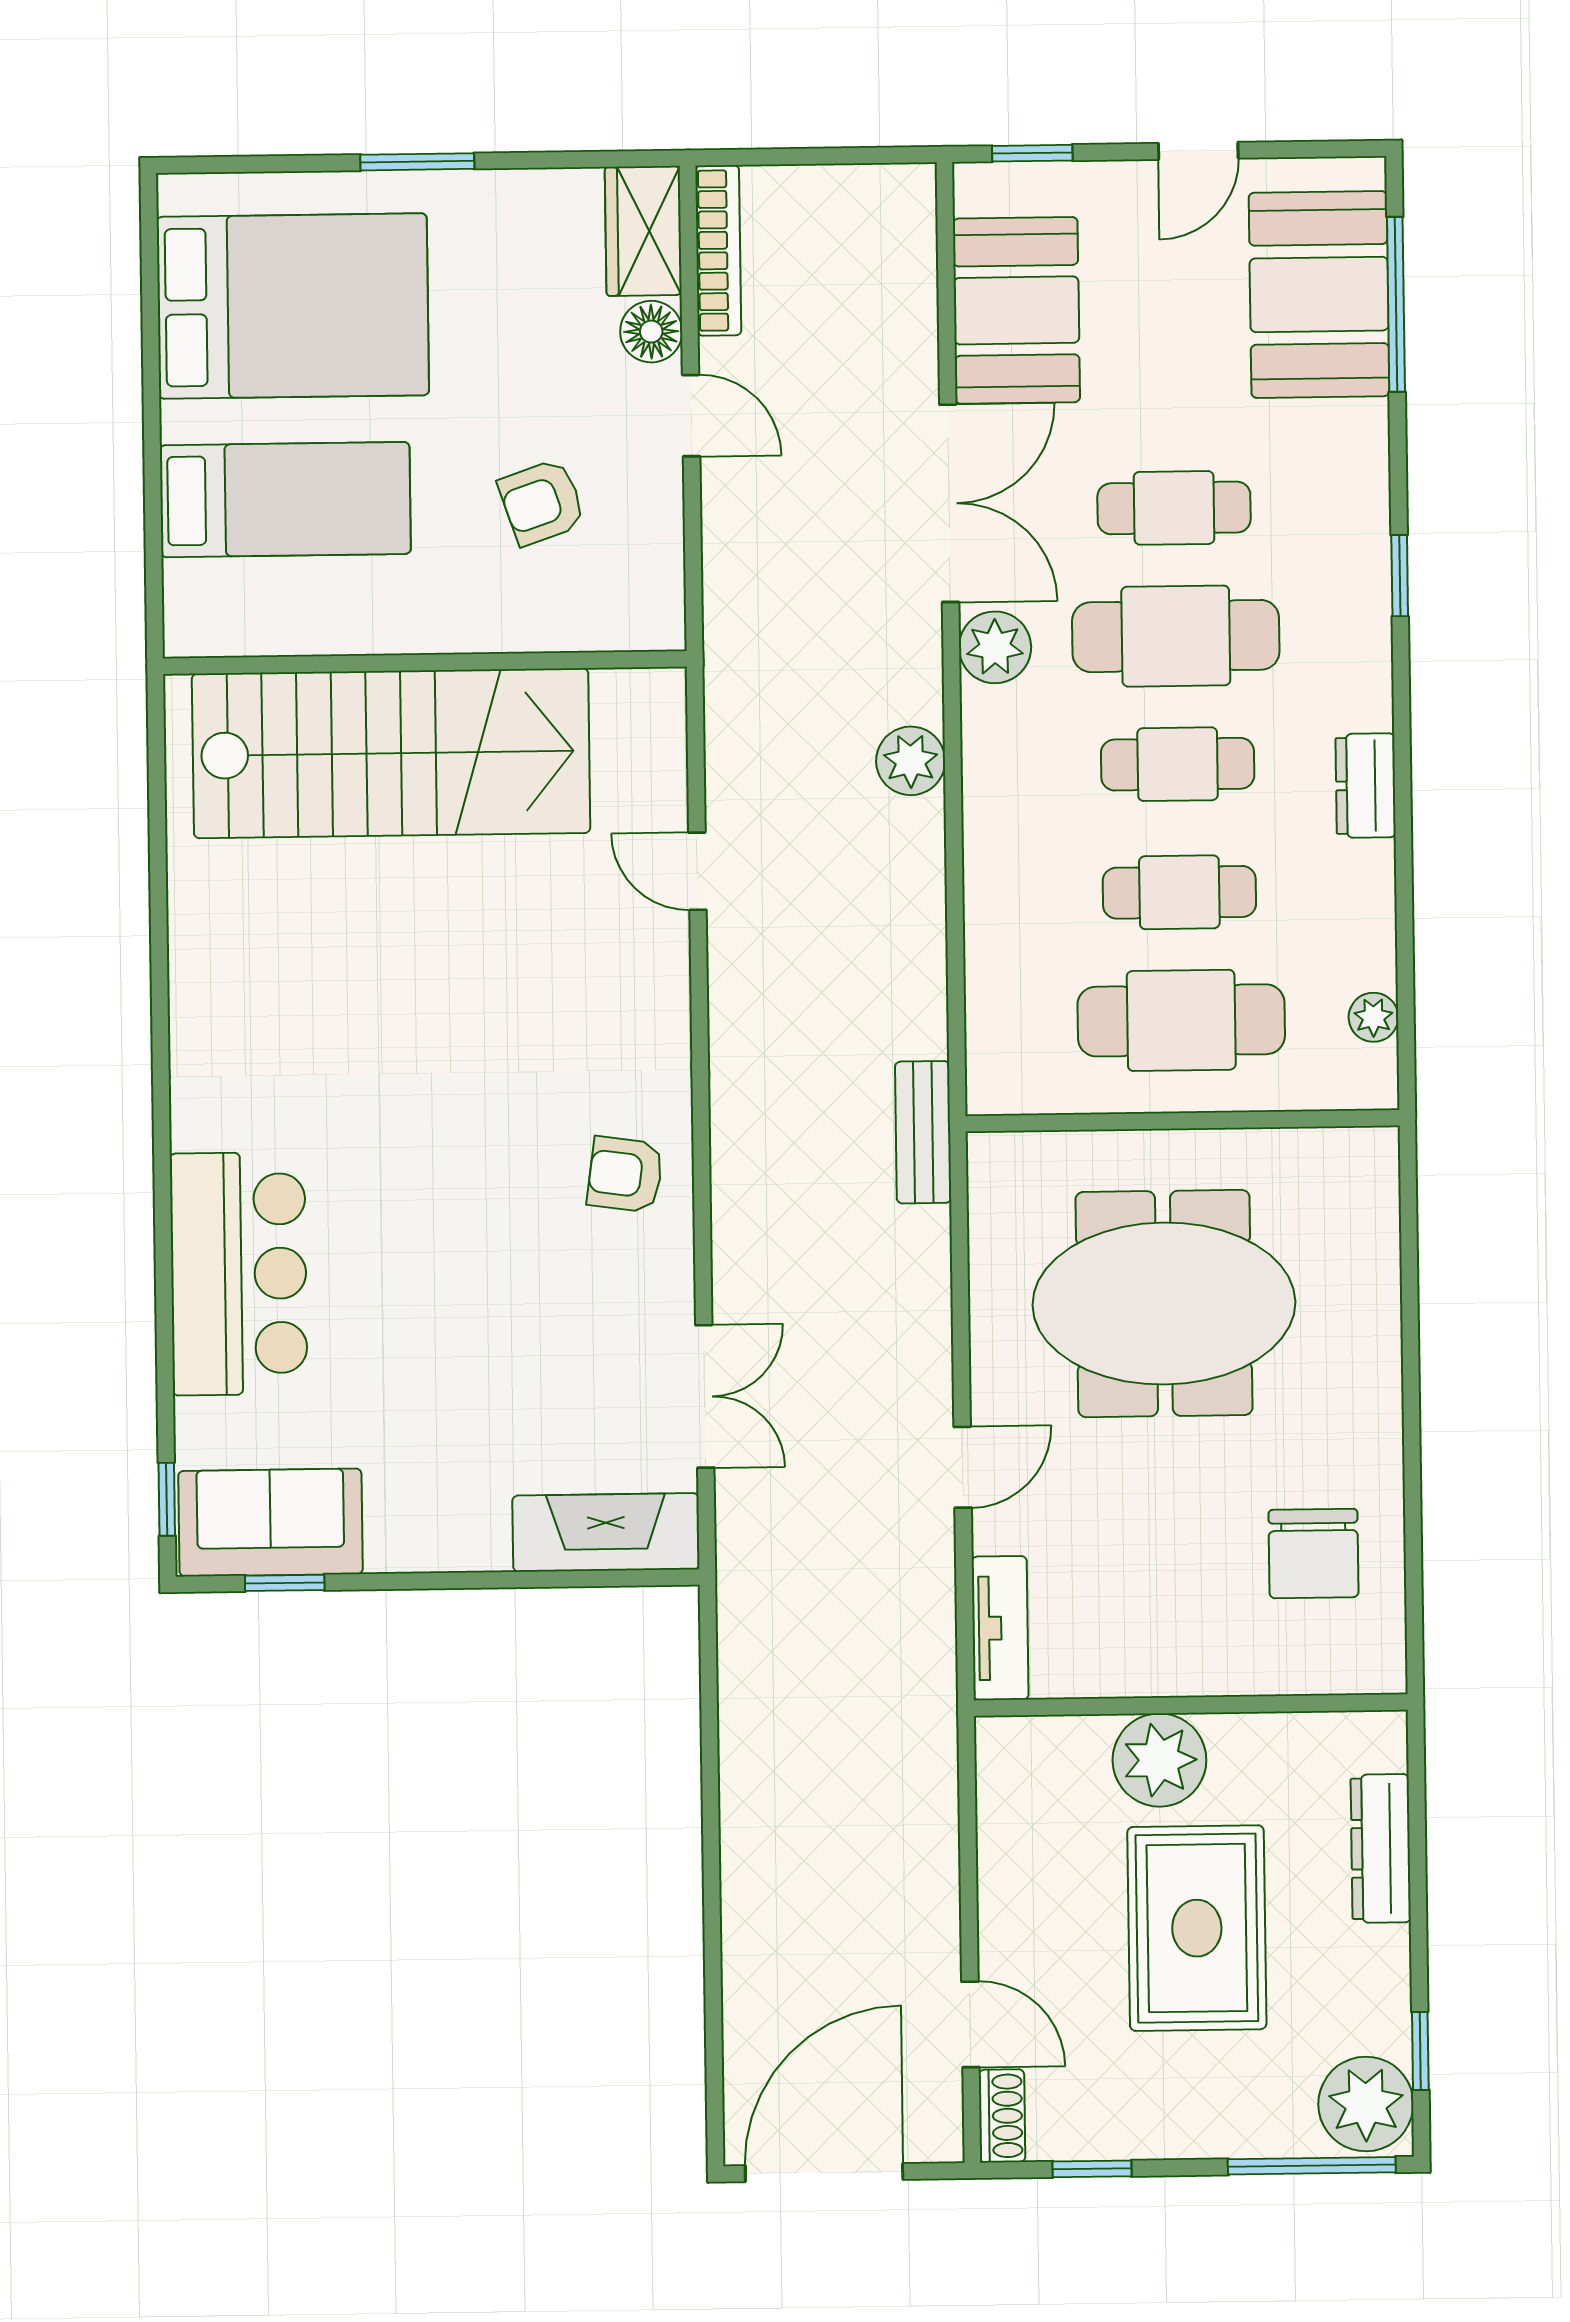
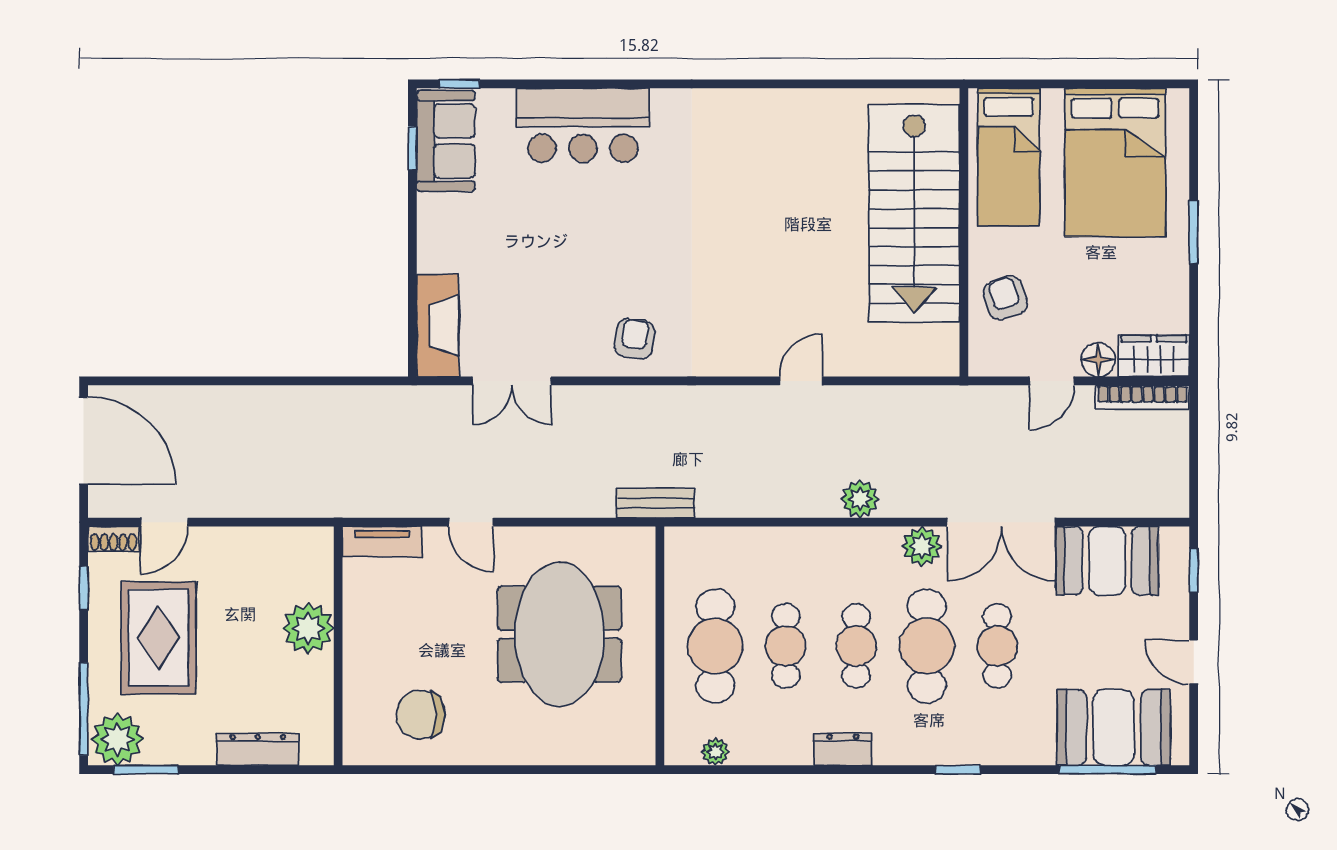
wall: (425, 663) -> (964, 232), moved
stairs: (391, 753) -> (914, 213), moved
rug: (1197, 1928) -> (159, 638), moved, turned 90
window: (1420, 2051) -> (146, 770), width x1.50

